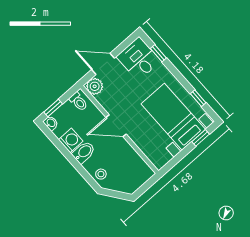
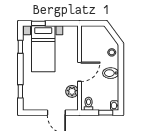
desk: (139, 59) -> (34, 98), removed
plant: (95, 86) -> (72, 91), moved
door: (116, 126) -> (79, 72), hinge flipped
washing machine: (71, 140) -> (112, 86), removed

